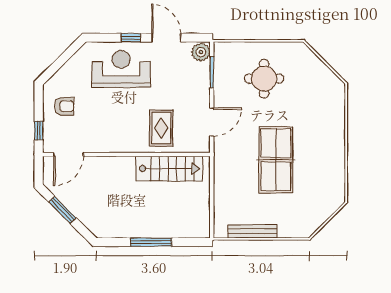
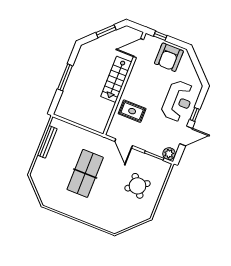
round table: (264, 79) -> (138, 186), turned -35
armchair: (64, 106) -> (169, 57), width x1.88, depth x1.88
door: (68, 154) -> (139, 48), hinge flipped
table tennis table: (276, 160) -> (85, 173), turned 90
stairs: (169, 169) -> (116, 79), moved

